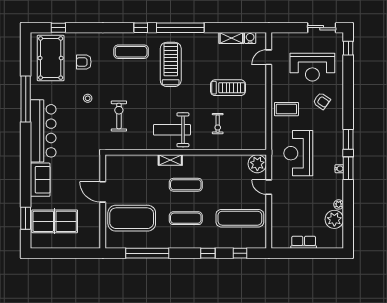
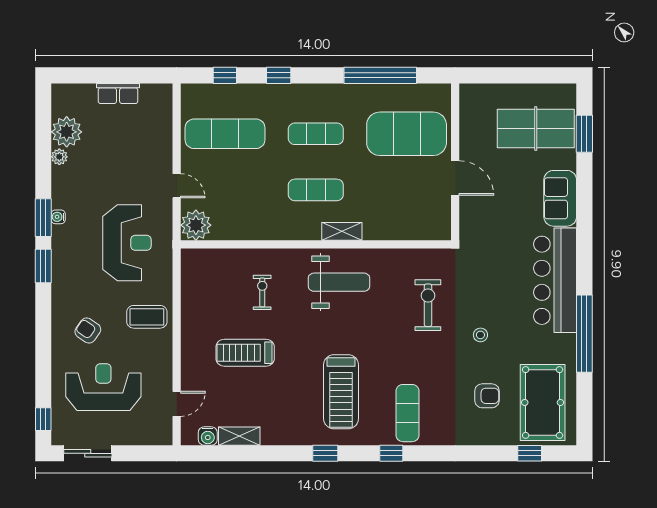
window: (180, 28) -> (325, 453), width x0.32
exercise mat: (131, 52) -> (408, 413), turned 90
exercise bike: (119, 116) -> (428, 305), turned 180

